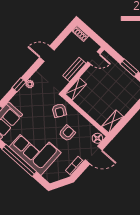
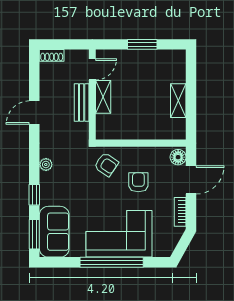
window: (19, 85) -> (34, 195), moved
shelving: (76, 89) -> (103, 97), moved
shelving: (113, 122) -> (178, 101), moved

